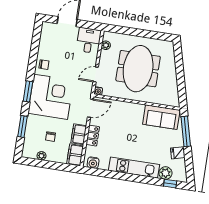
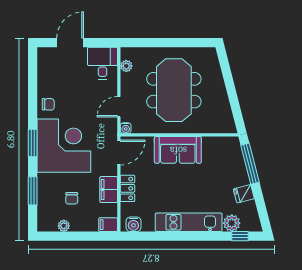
sofa: (161, 117) -> (178, 150), moved
filing cabinet: (75, 155) -> (108, 225), width x0.50

